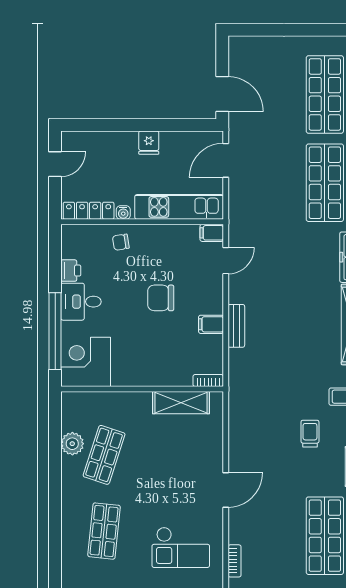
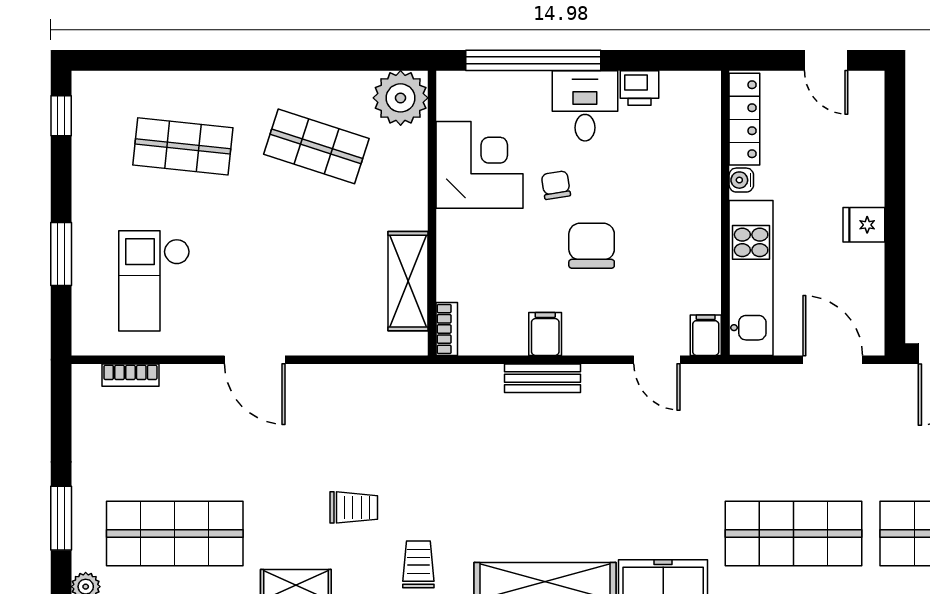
chair: (121, 242) -> (556, 185), moved
corner desk: (86, 362) -> (480, 165), moved
plant: (72, 444) -> (401, 98), moved, width x1.36, depth x1.36

